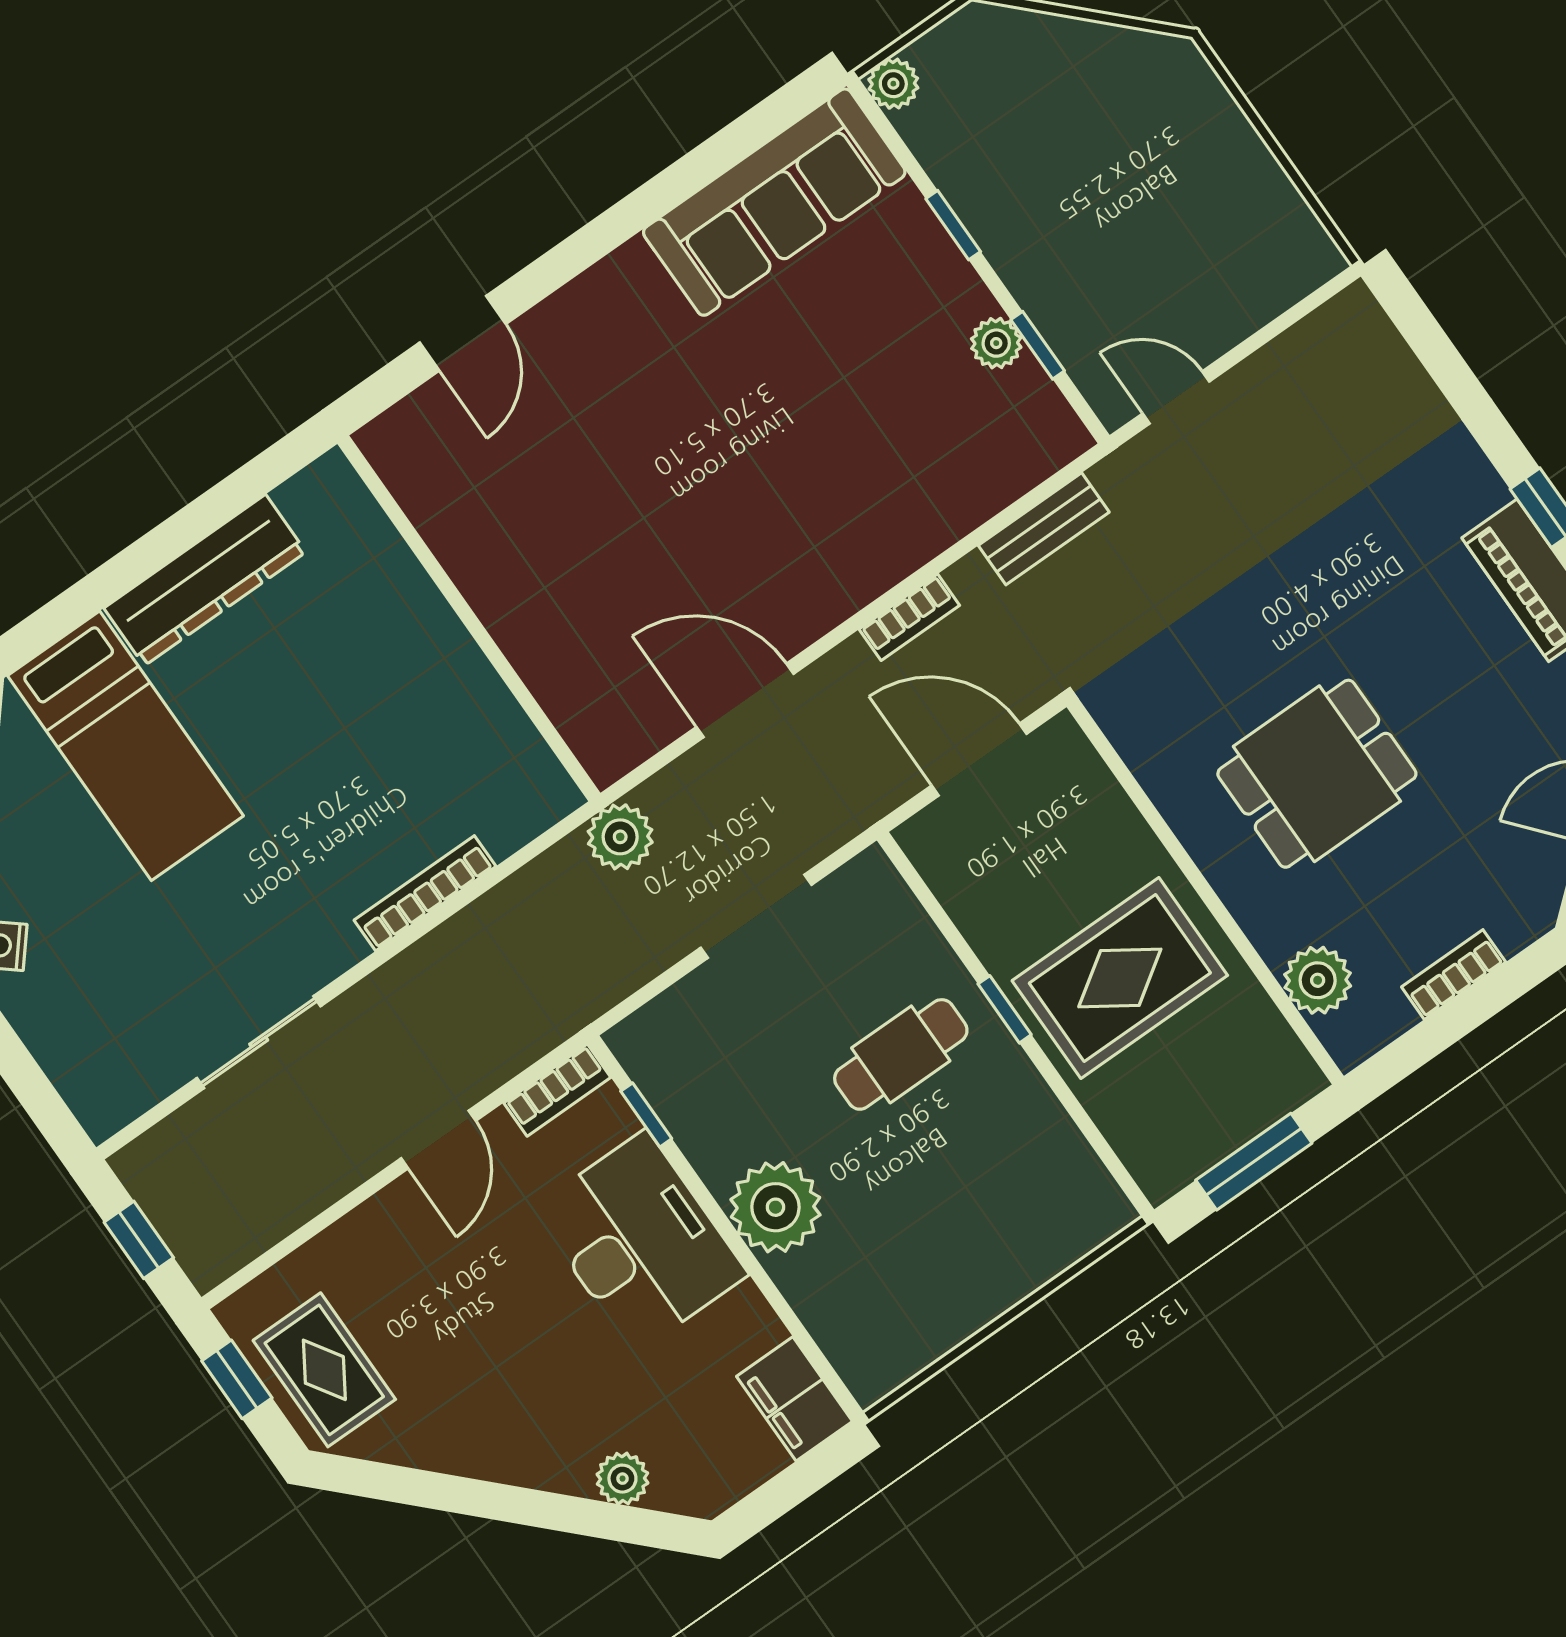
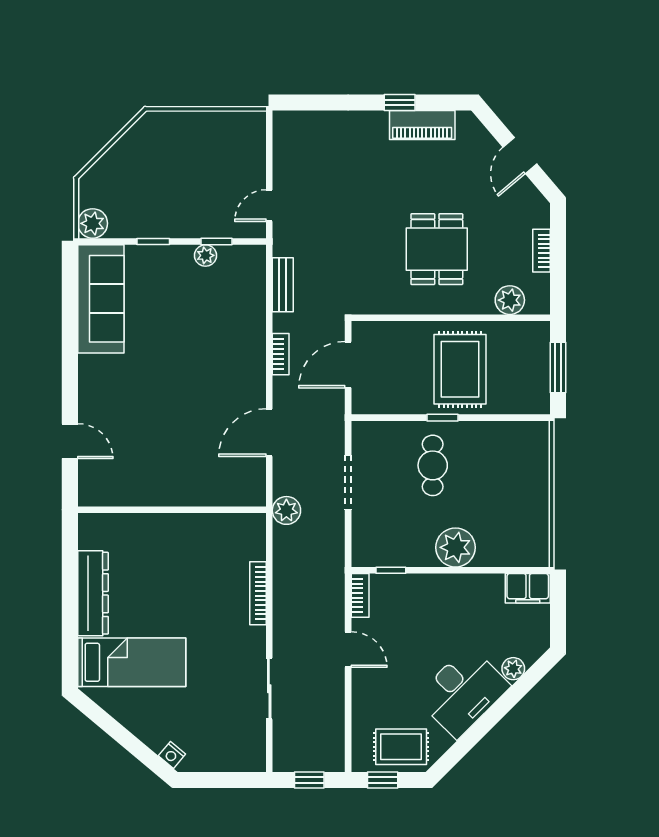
plant: (893, 84) -> (93, 223), width x1.38, depth x1.38
desk: (640, 1242) -> (463, 692), moved, turned 135

